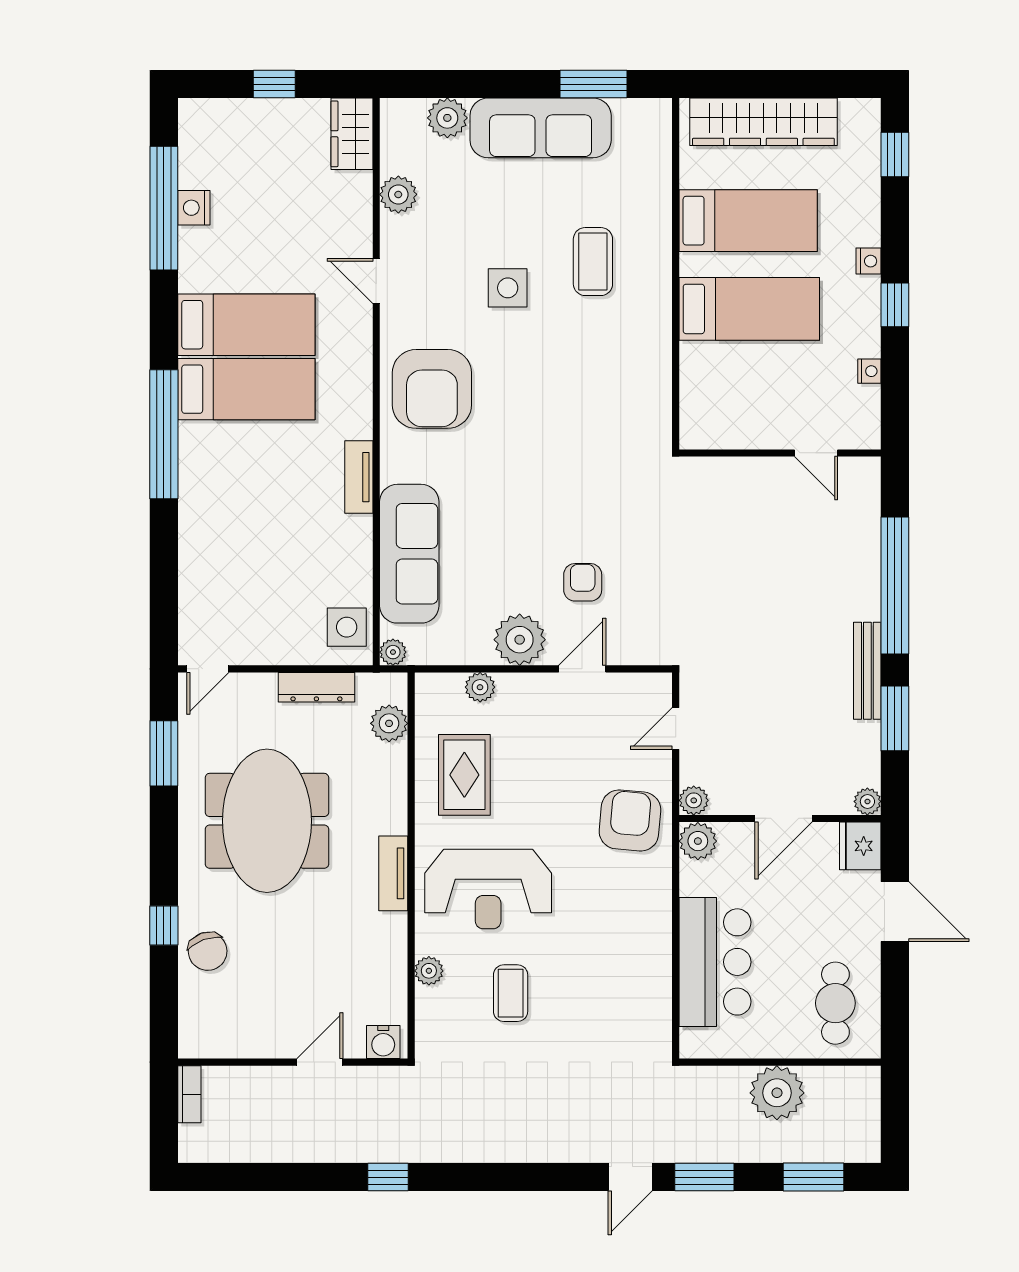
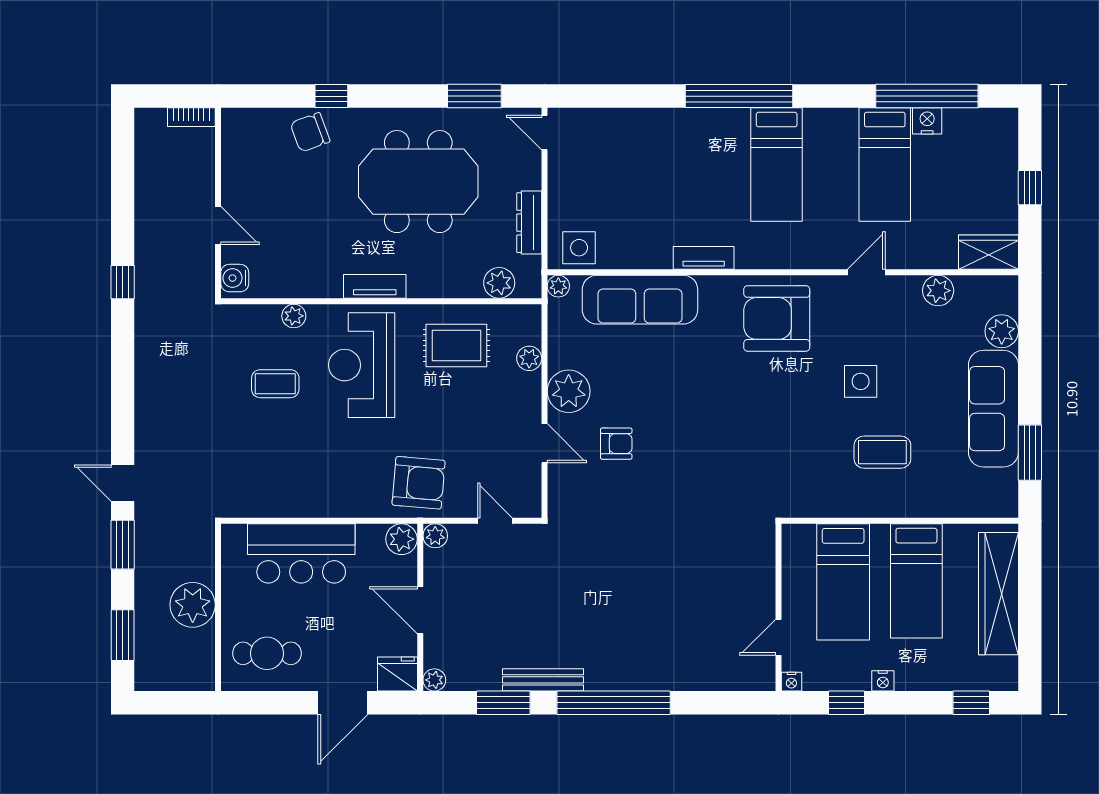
bed: (246, 325) -> (885, 164), moved
wall: (780, 453) -> (778, 607), moved
door: (816, 453) -> (778, 637), moved

